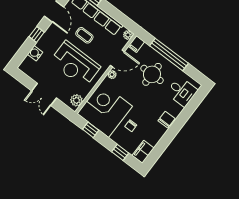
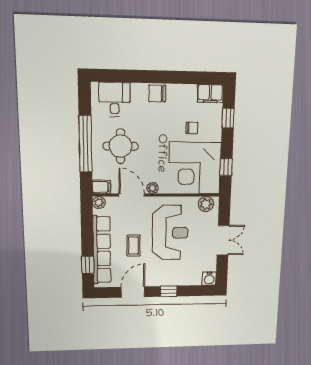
water cooler: (35, 53) -> (209, 279), moved

